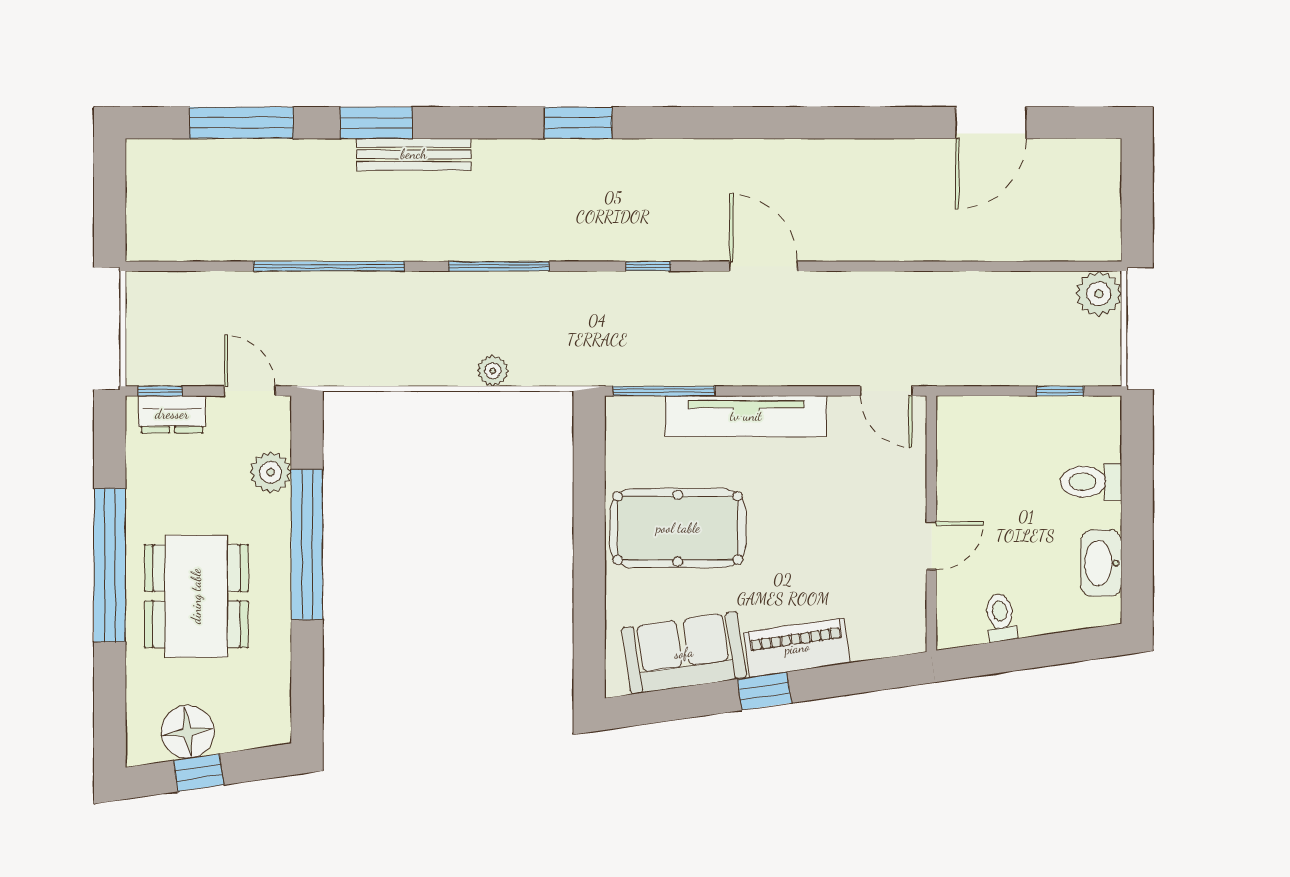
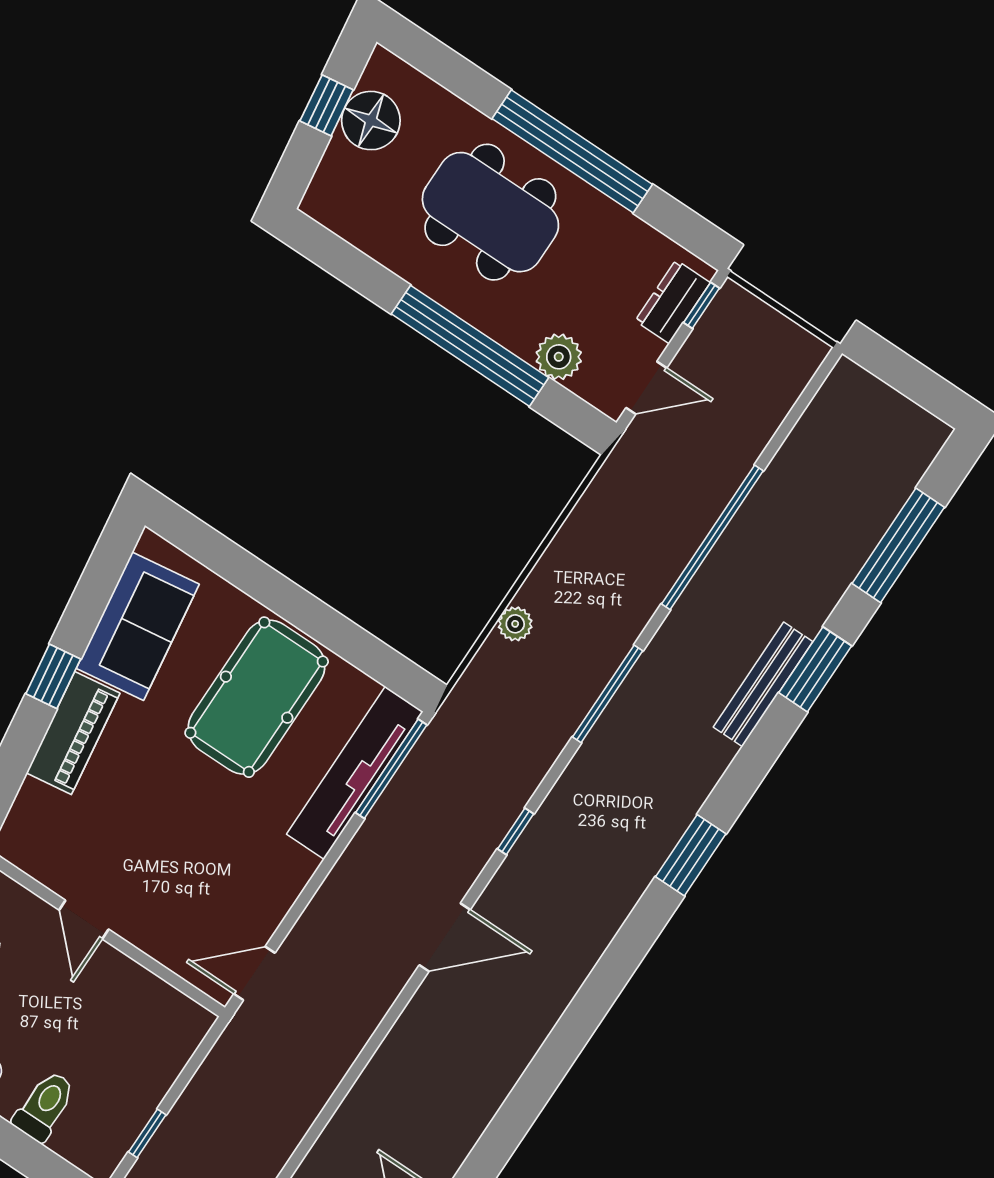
tv unit: (746, 416) -> (355, 773), moved

